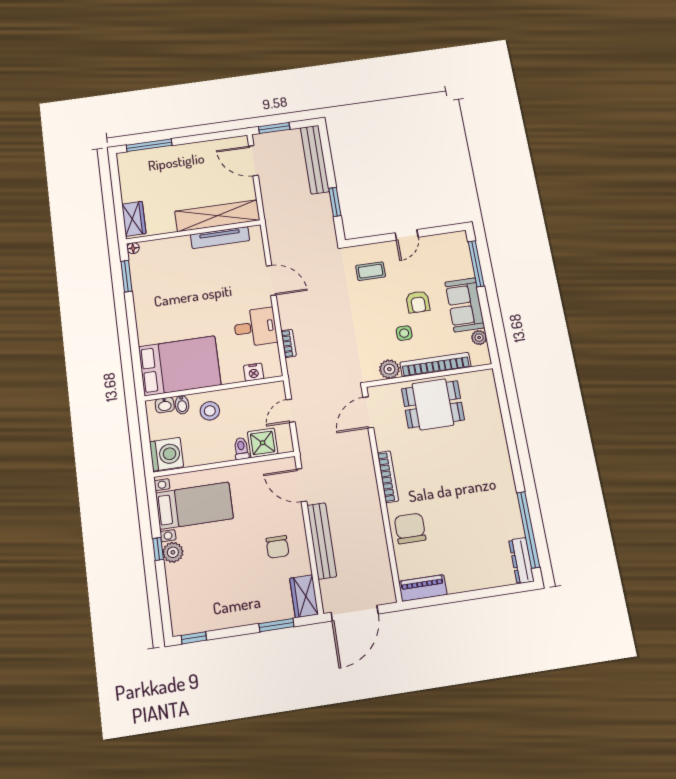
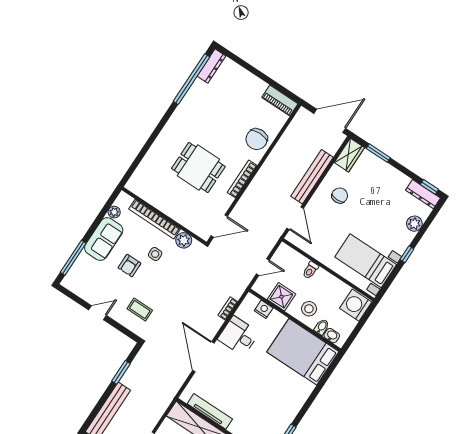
door: (271, 280) -> (203, 357), width x1.36
armchair: (418, 302) -> (129, 266), turned 180
dining table: (433, 404) -> (198, 168), moved
shower: (263, 443) -> (281, 297), moved
plant: (173, 552) -> (414, 224), moved
dresser: (194, 624) -> (423, 194), added

